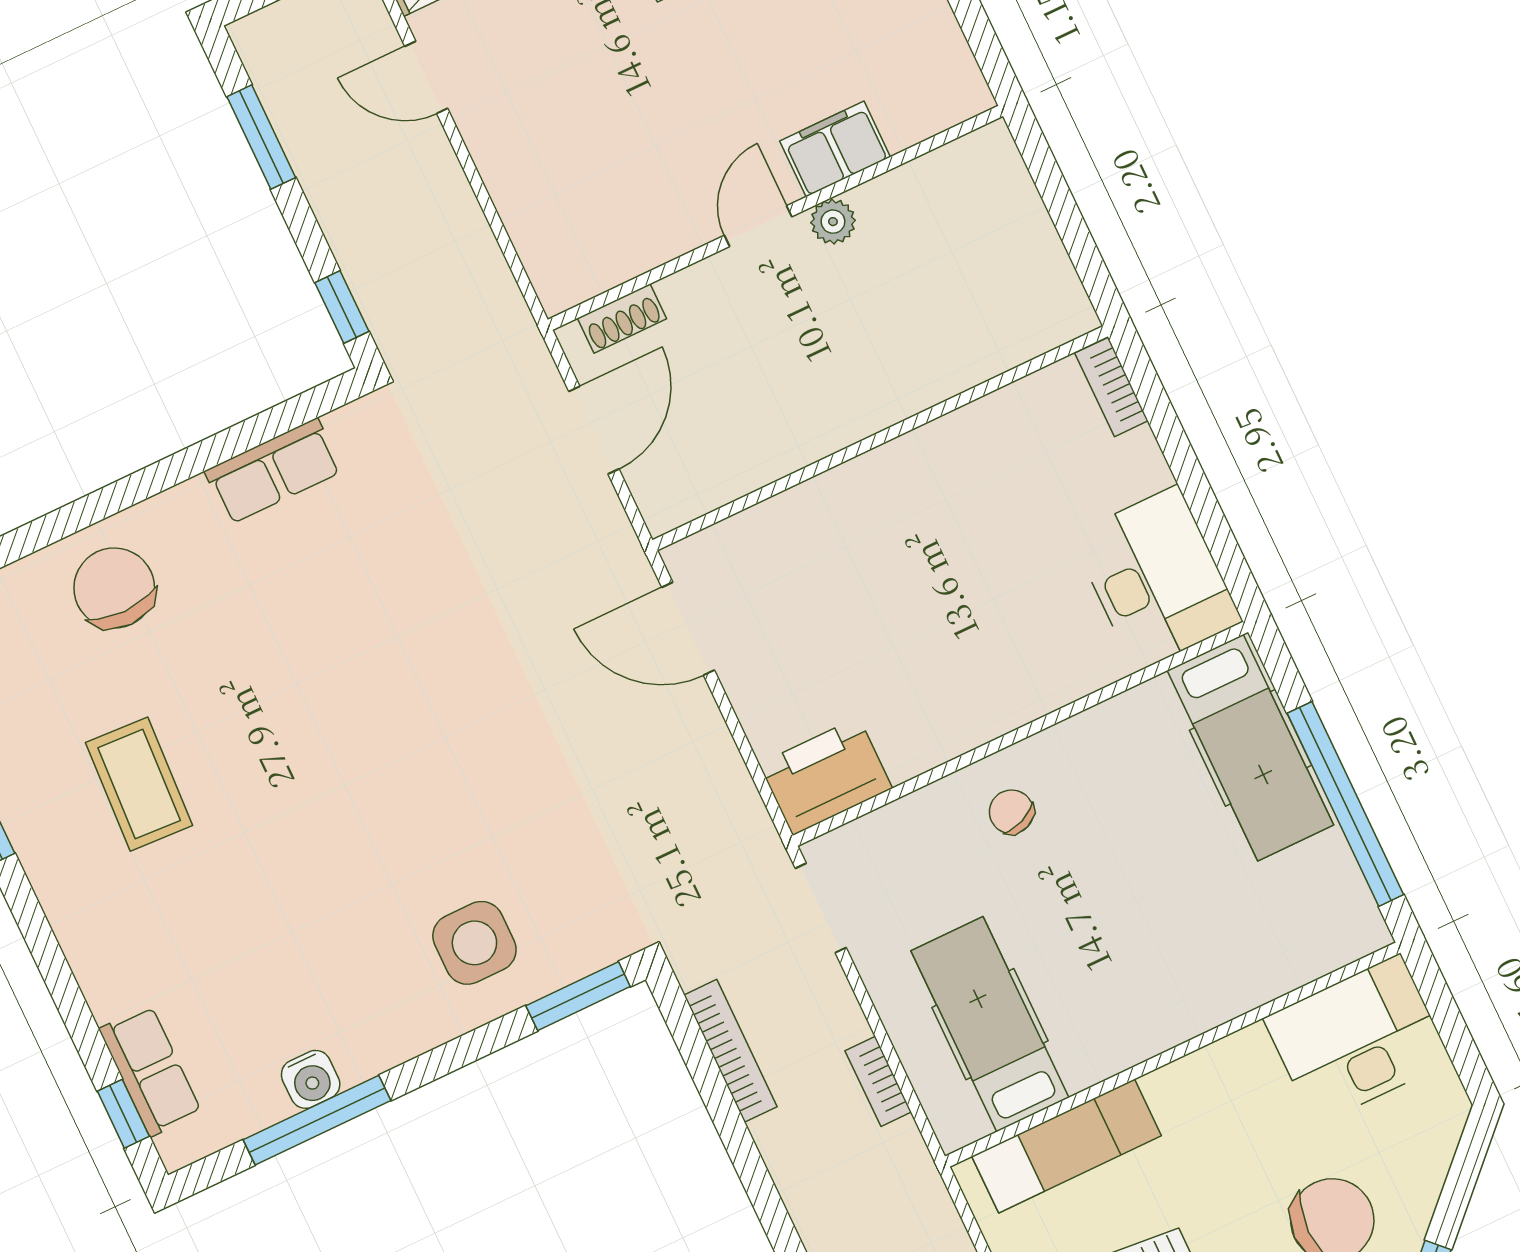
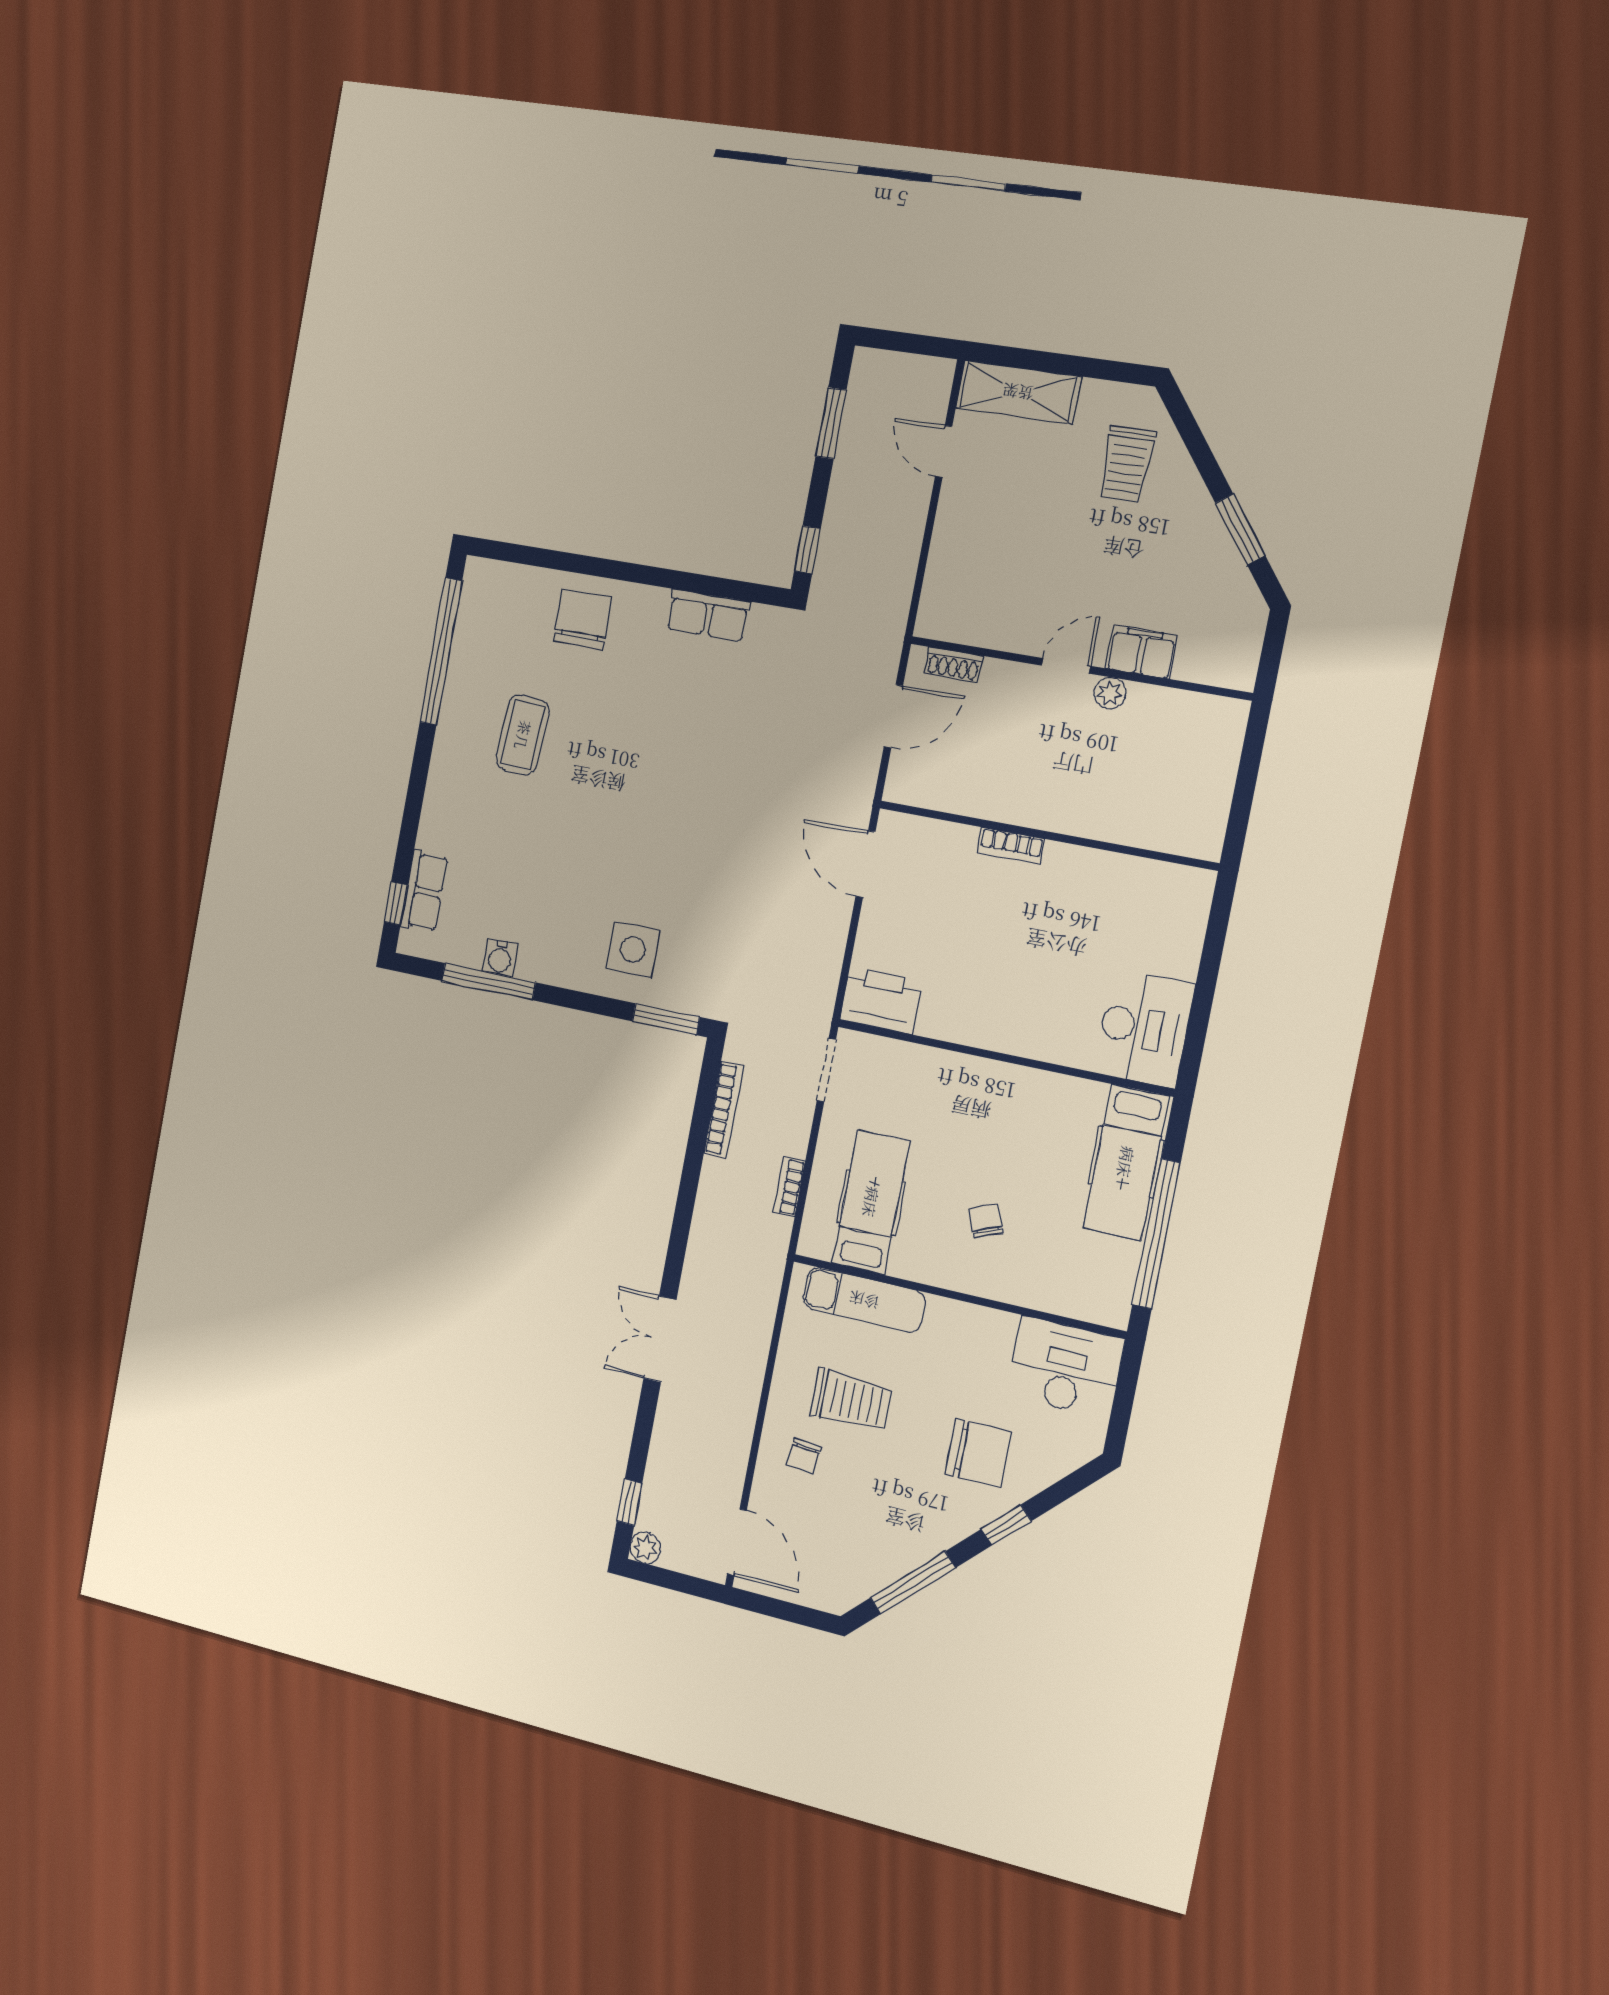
bookcase: (1111, 387) -> (1011, 846), moved, turned -90
chair: (1012, 812) -> (986, 1221), moved

